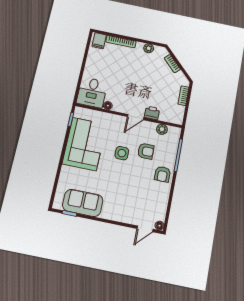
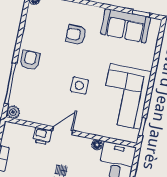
plant: (162, 129) -> (13, 112), moved
armchair: (146, 151) -> (76, 35), moved

